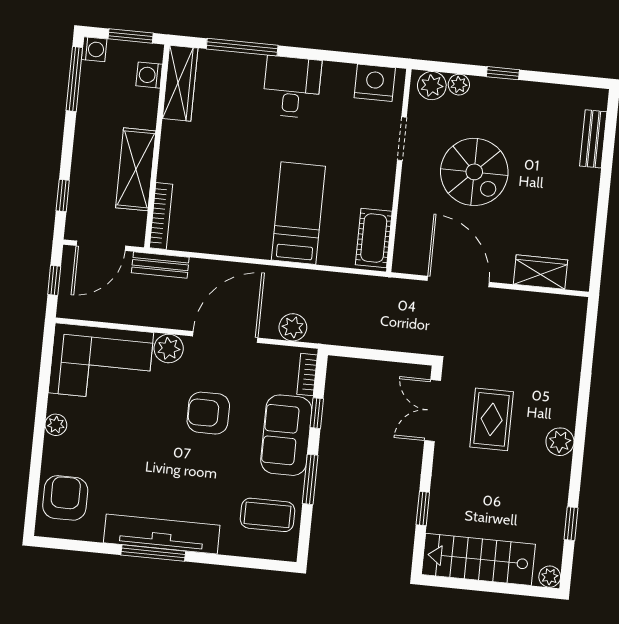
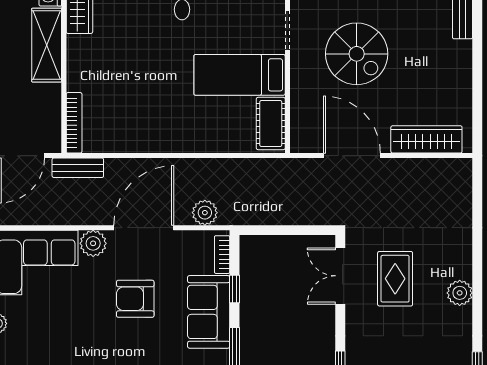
shelving: (136, 169) -> (47, 45), moved
bed: (298, 213) -> (240, 75), moved, turned -90
wardrobe: (541, 272) -> (426, 139), width x1.50

